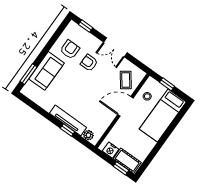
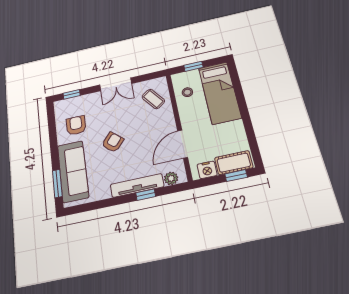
armchair: (89, 63) -> (113, 142), moved, turned 131
sofa: (47, 71) -> (73, 171), width x1.36
door: (125, 106) -> (183, 144), moved

